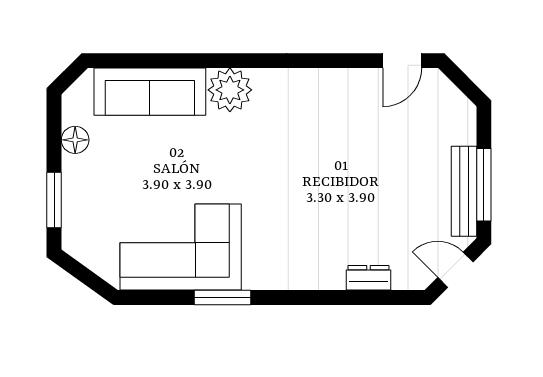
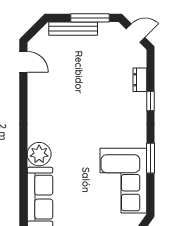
bench: (464, 191) -> (73, 29), moved
door: (455, 270) -> (136, 33), swing flipped
window: (329, 298) -> (151, 101), added

